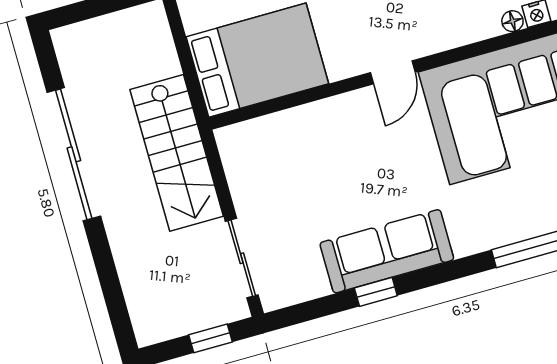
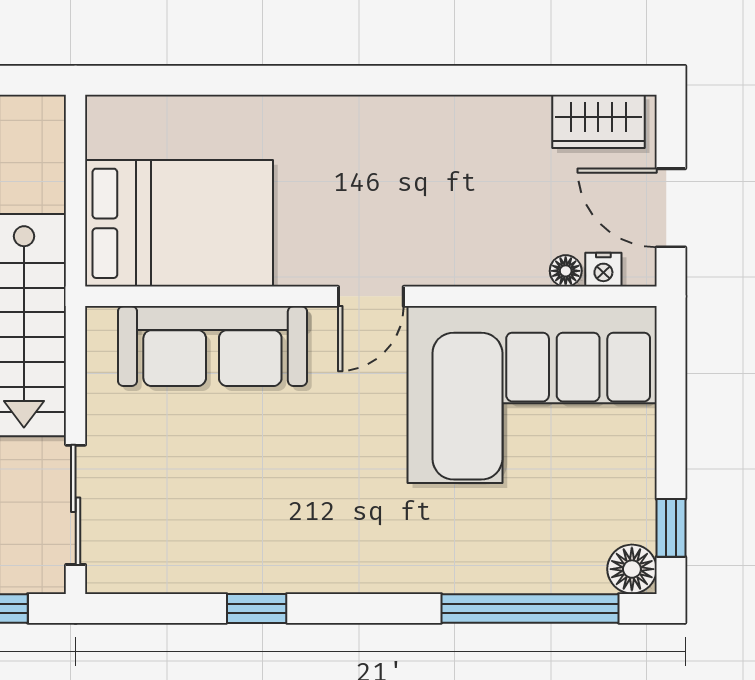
sofa: (387, 251) -> (212, 346), moved, turned 180

